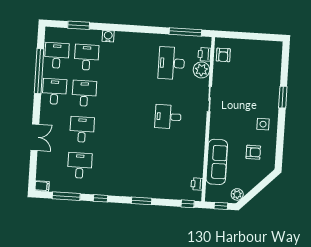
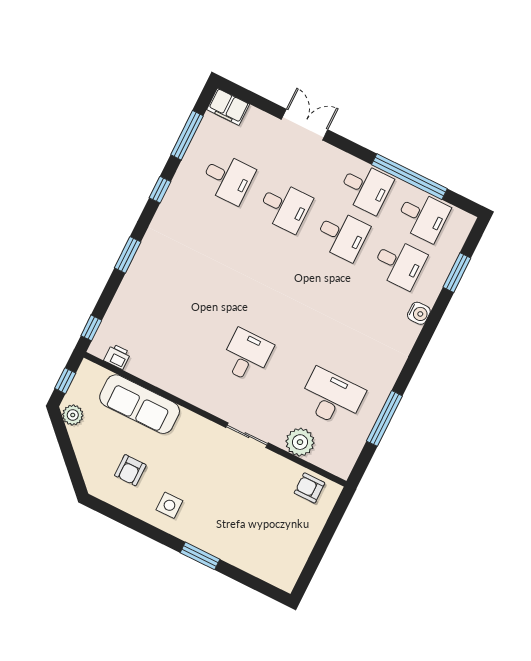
window: (185, 32) -> (384, 418), moved
printer: (204, 54) -> (323, 458), removed
double door: (35, 137) -> (304, 125), swing flipped
filing cabinet: (42, 186) -> (228, 107), width x2.00

